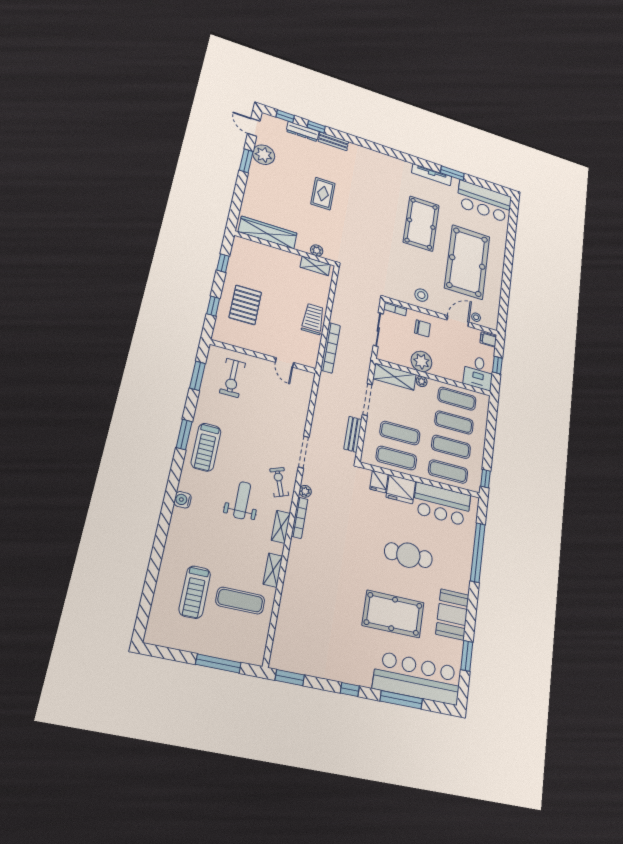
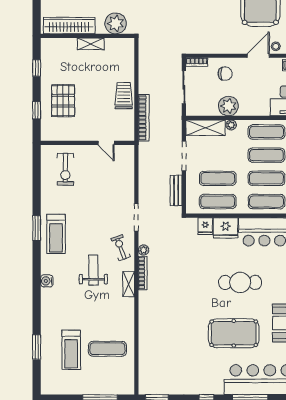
plant: (317, 250) -> (116, 23), width x1.87, depth x1.87
shelving: (315, 266) -> (91, 44), moved
stool: (421, 295) -> (220, 41), removed
window: (197, 376) -> (37, 347), moved
shelving: (273, 570) -> (129, 320), removed

